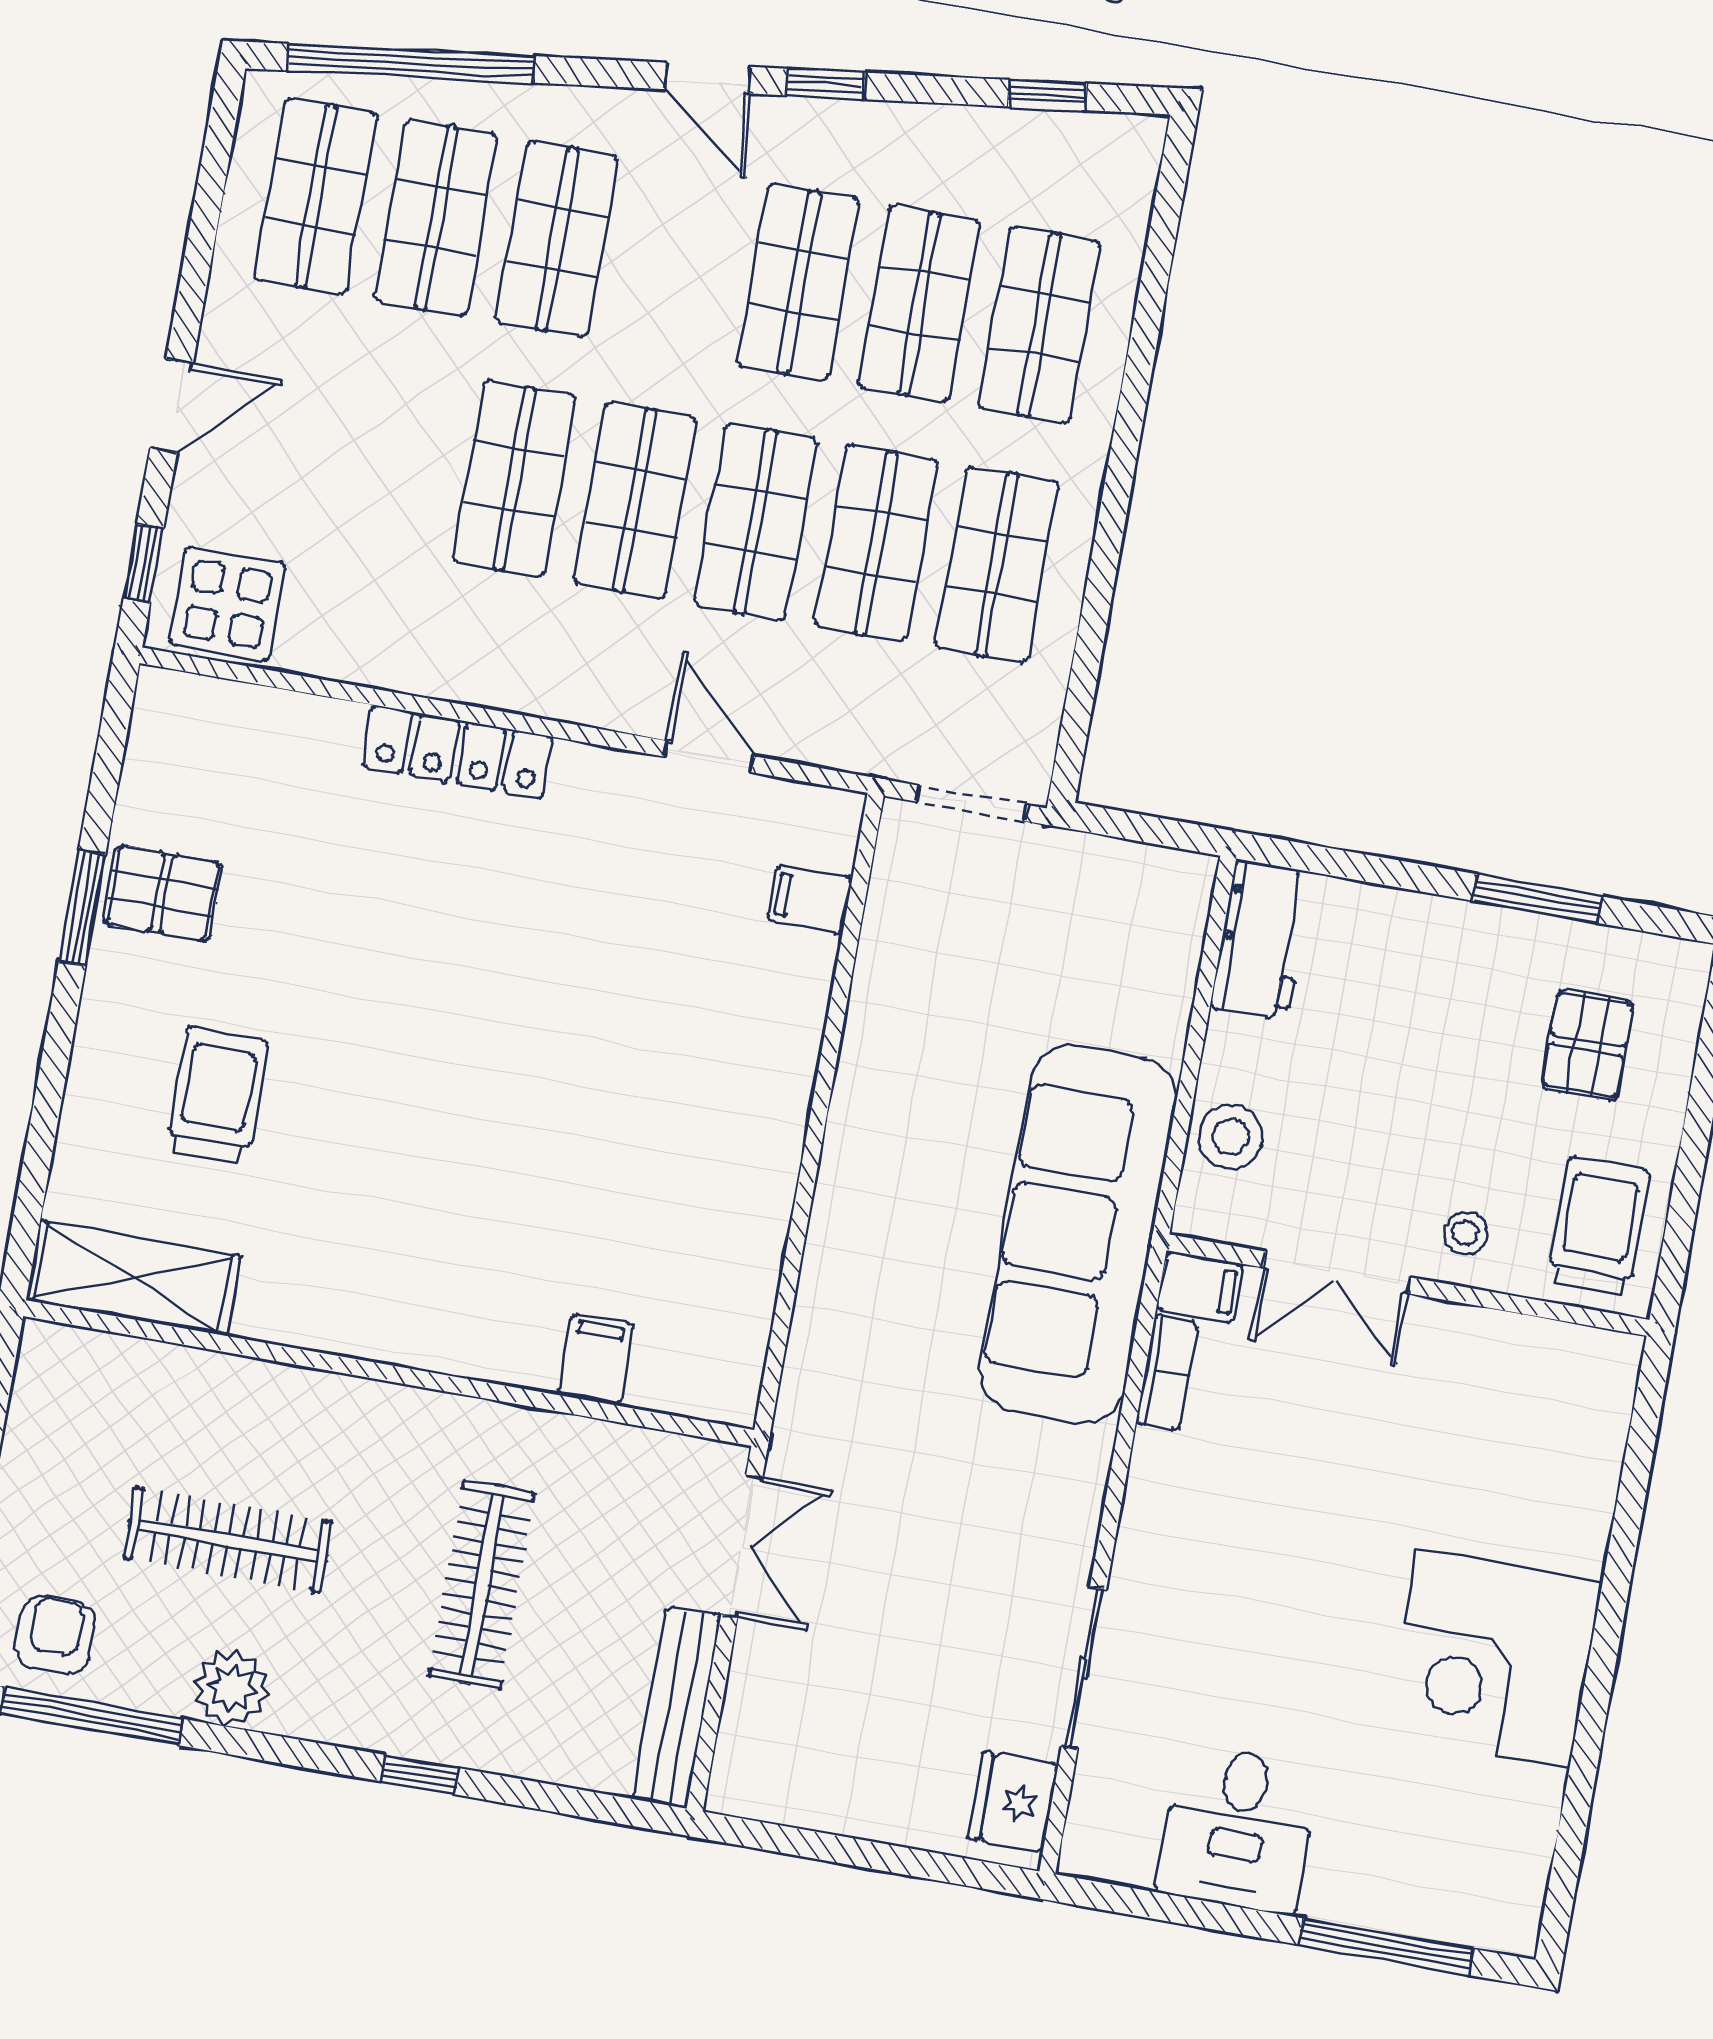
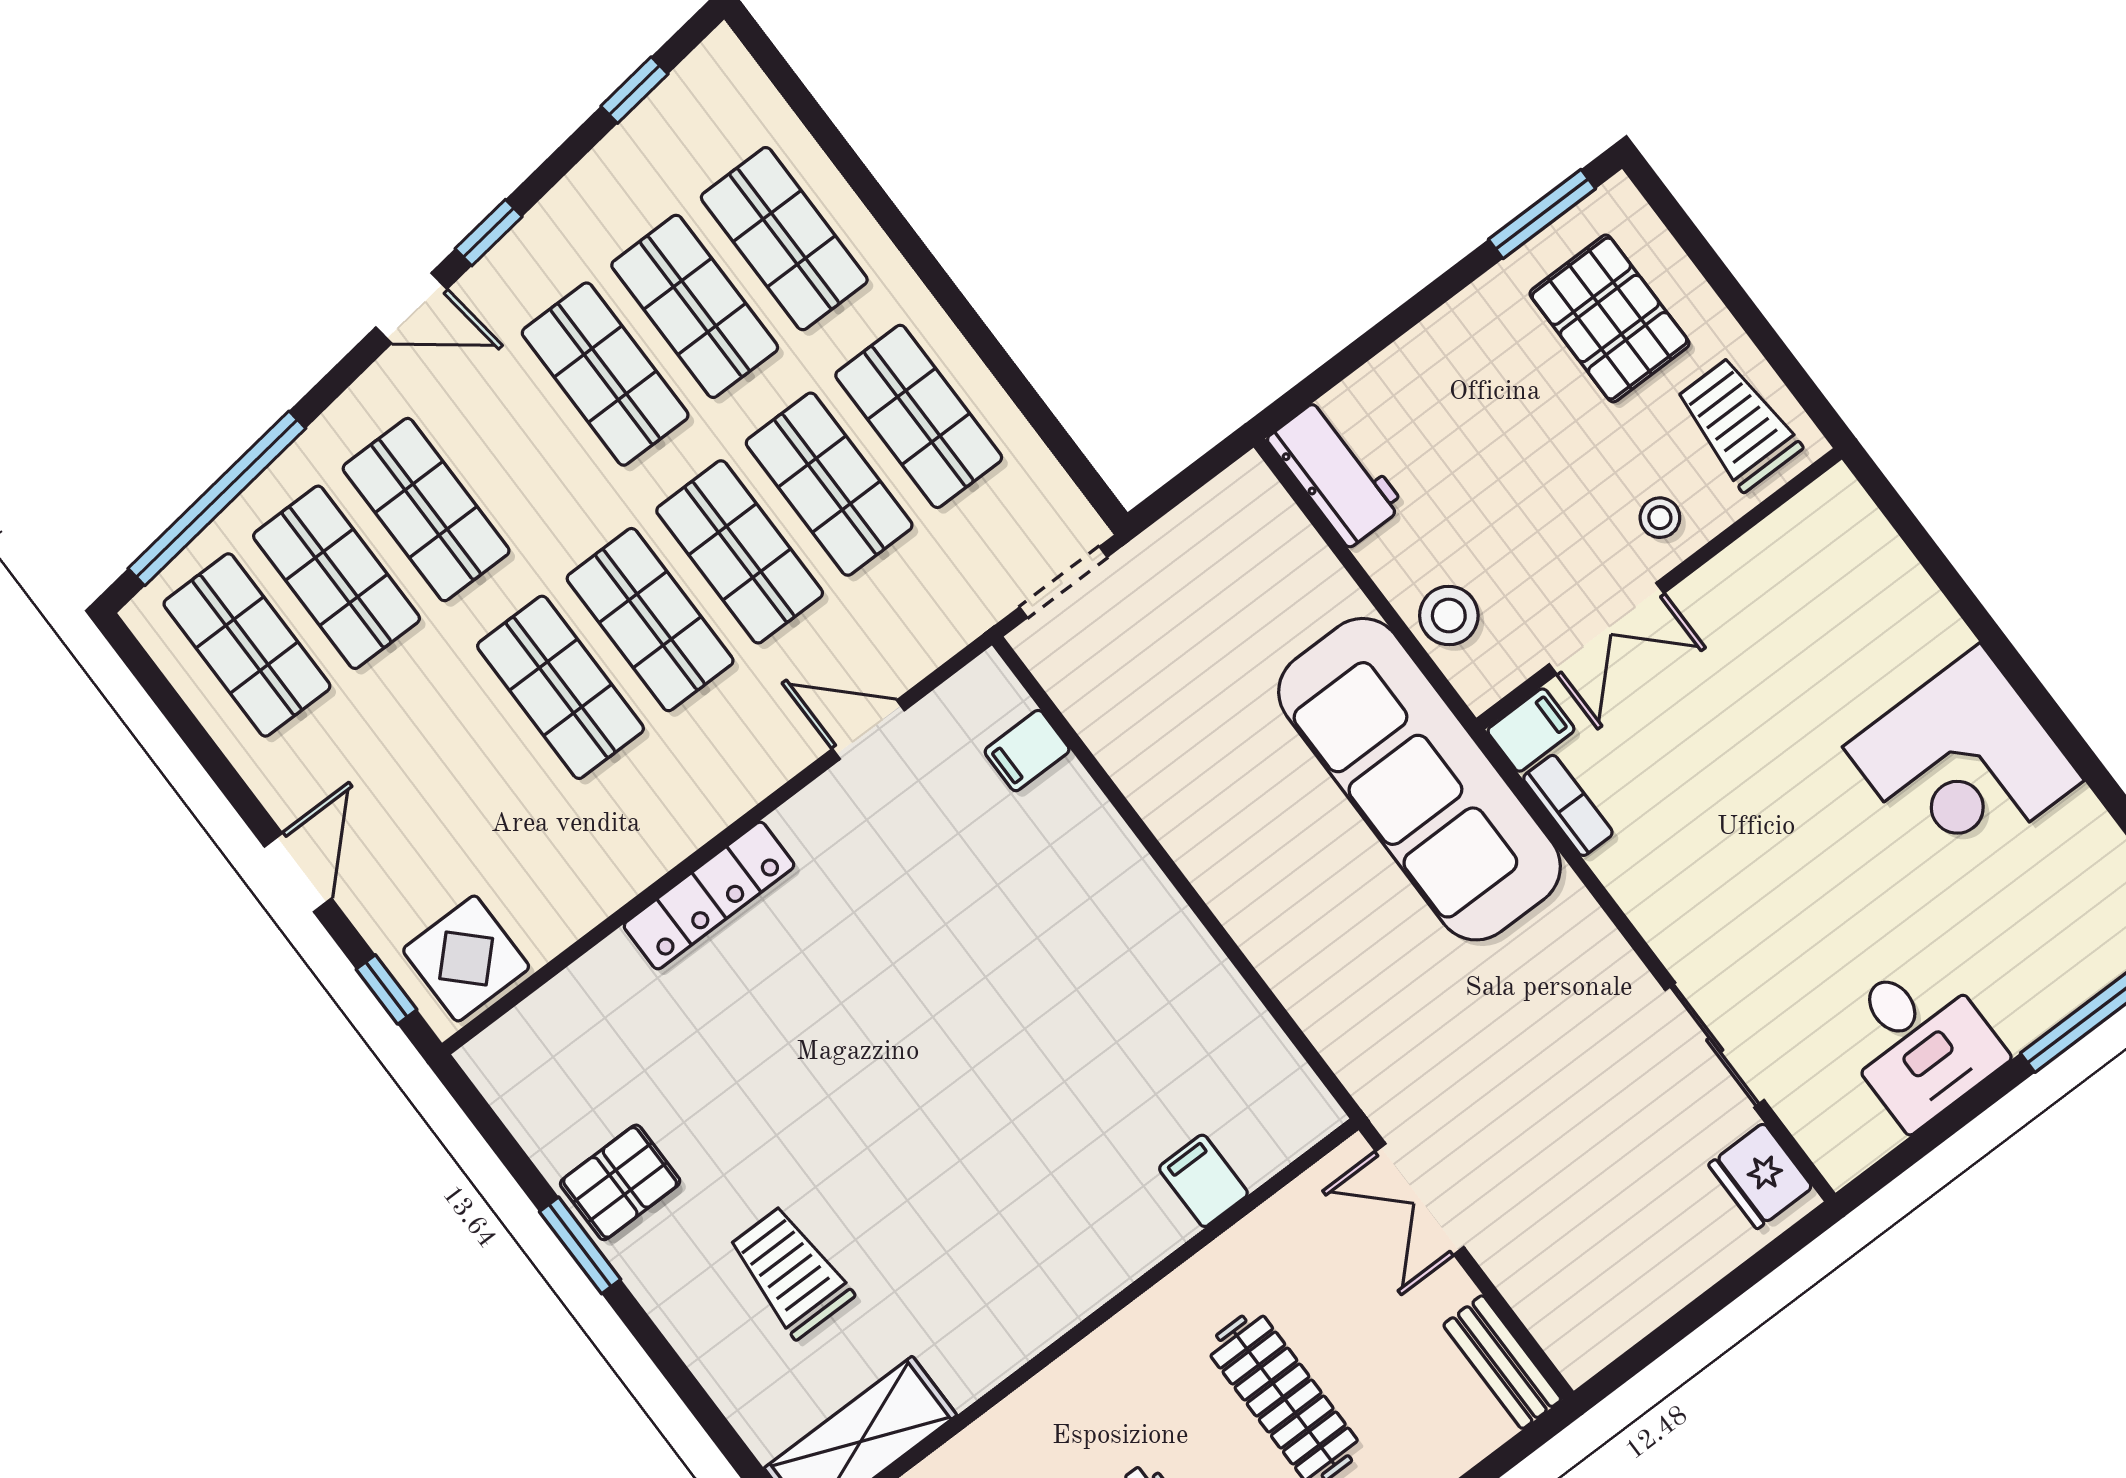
window: (1537, 899) -> (1542, 214), moved
pallet: (1588, 1045) -> (1610, 318), width x1.50, depth x1.42
double door: (742, 1546) -> (1420, 1199), swing flipped
bench: (677, 1707) -> (1502, 1362), width x0.73

